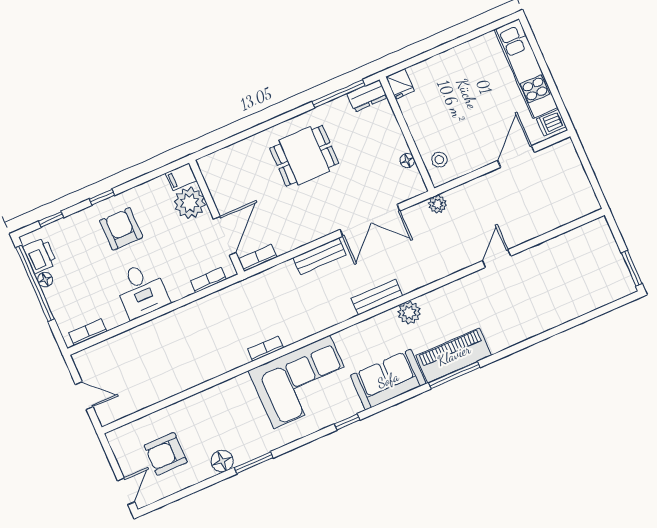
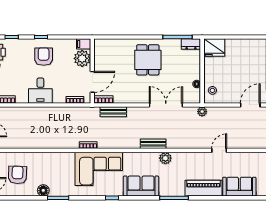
fridge: (400, 84) -> (214, 48), width x1.88, depth x1.34
dining table: (304, 156) -> (148, 60), turned 90
double door: (370, 220) -> (166, 105), swing flipped
bench: (319, 256) -> (113, 112), moved
sofa: (559, 306) -> (239, 187), added
piano: (454, 355) -> (203, 188), moved
armchair: (166, 454) -> (17, 175), turned 92

